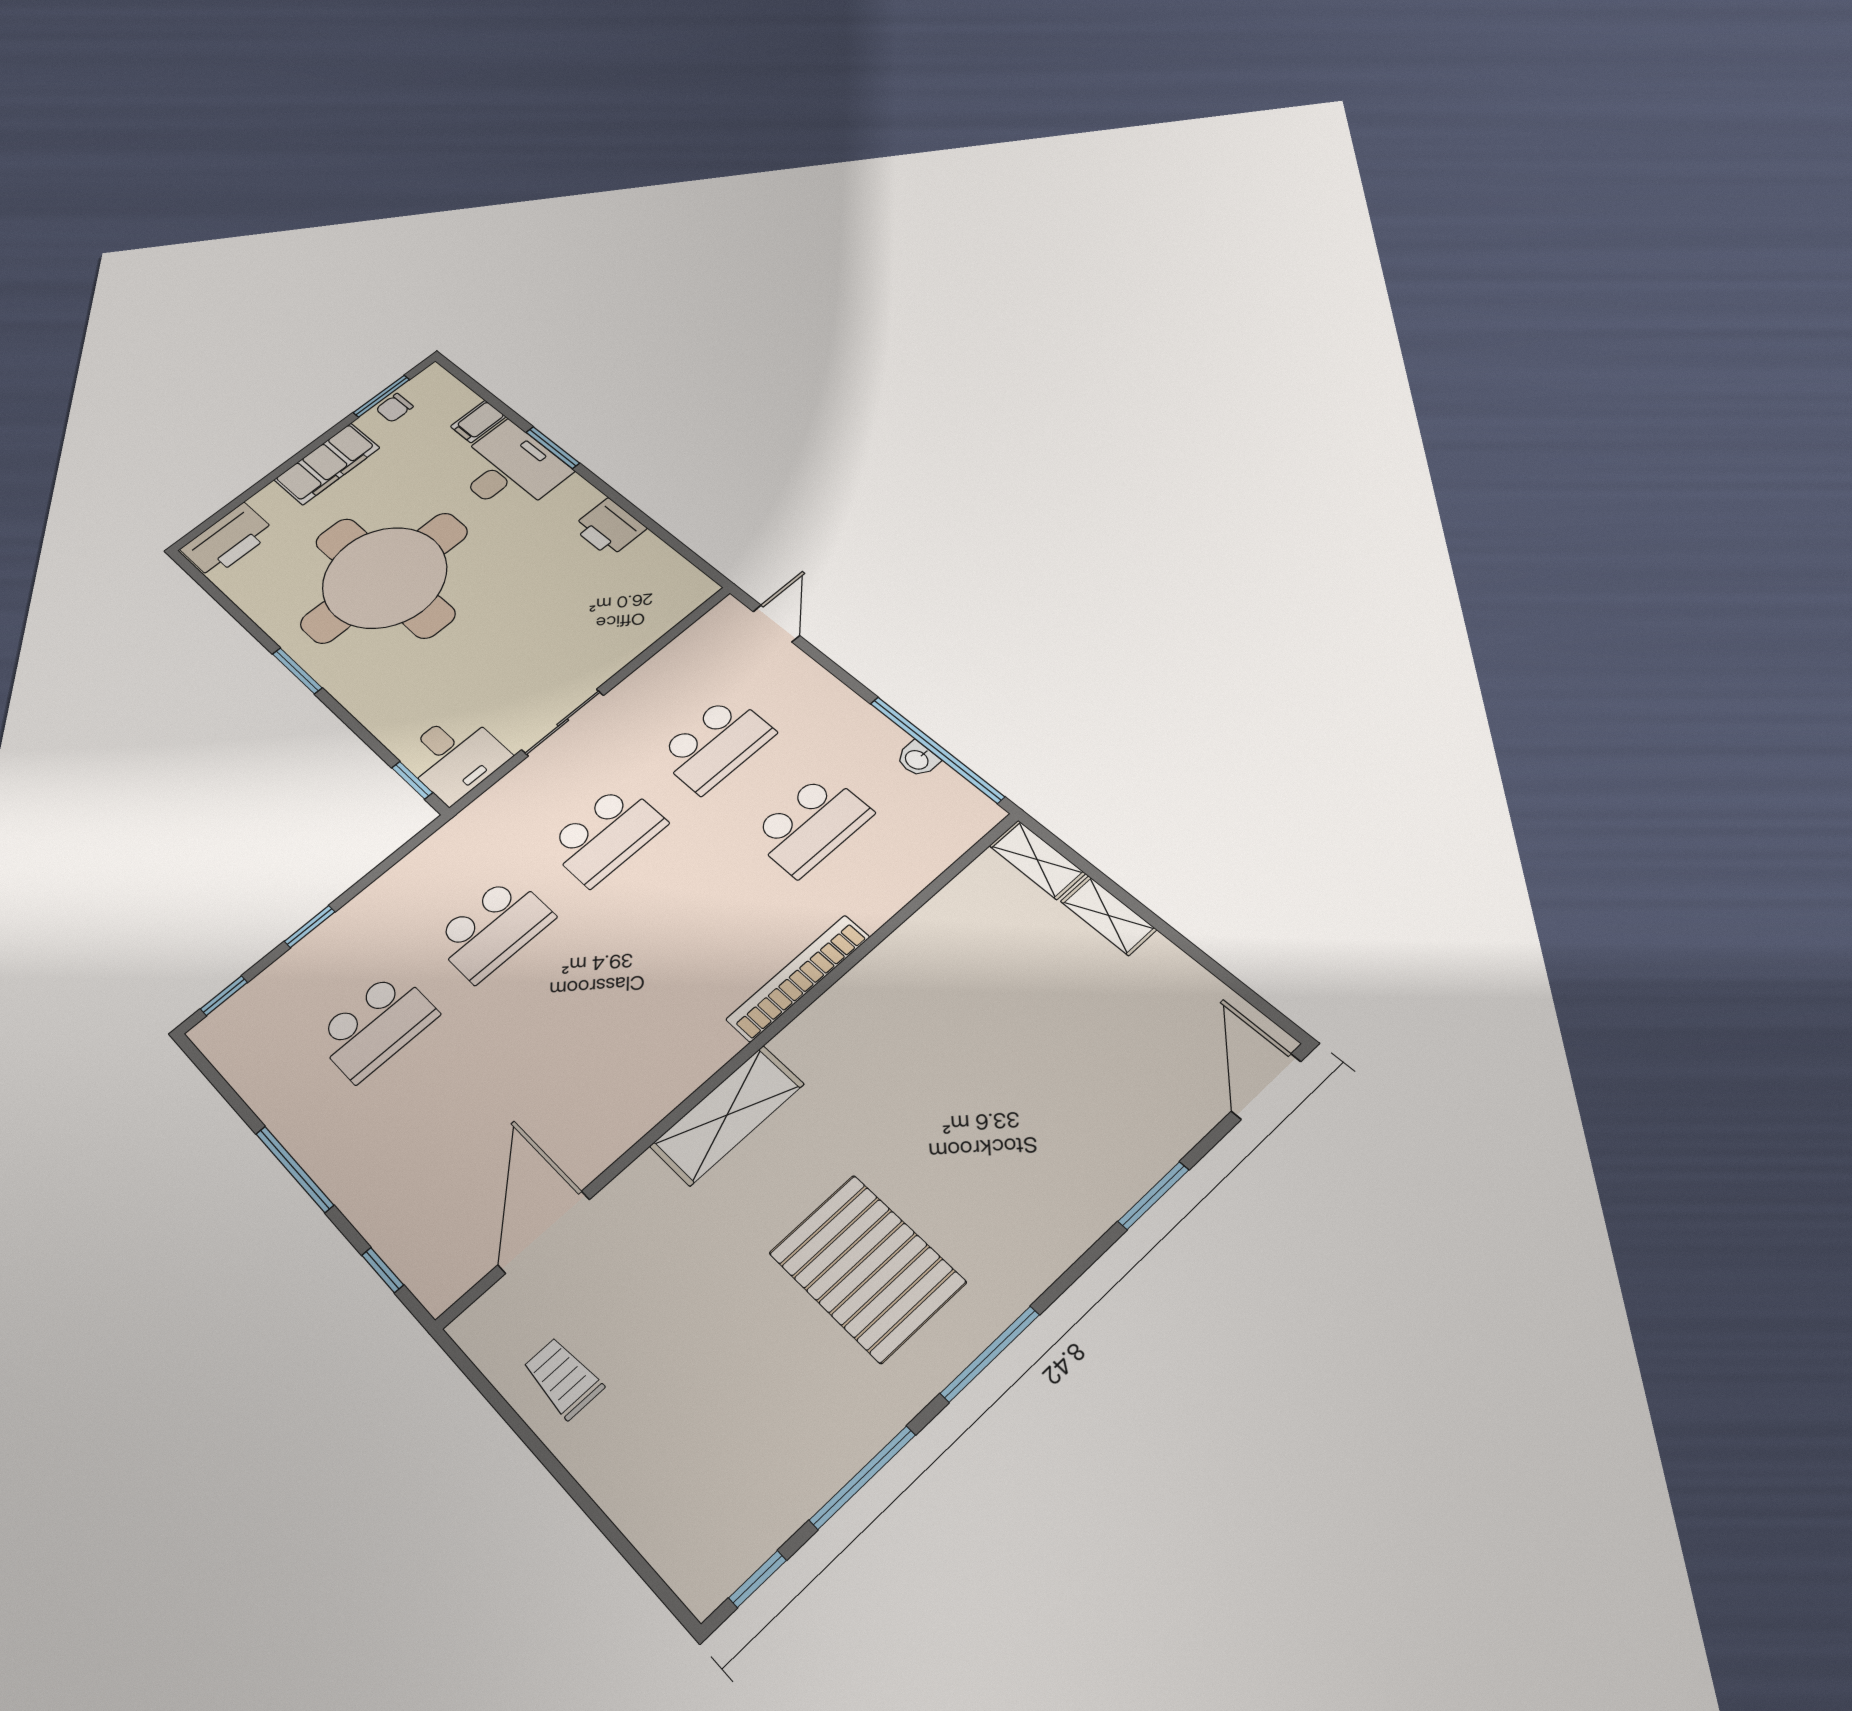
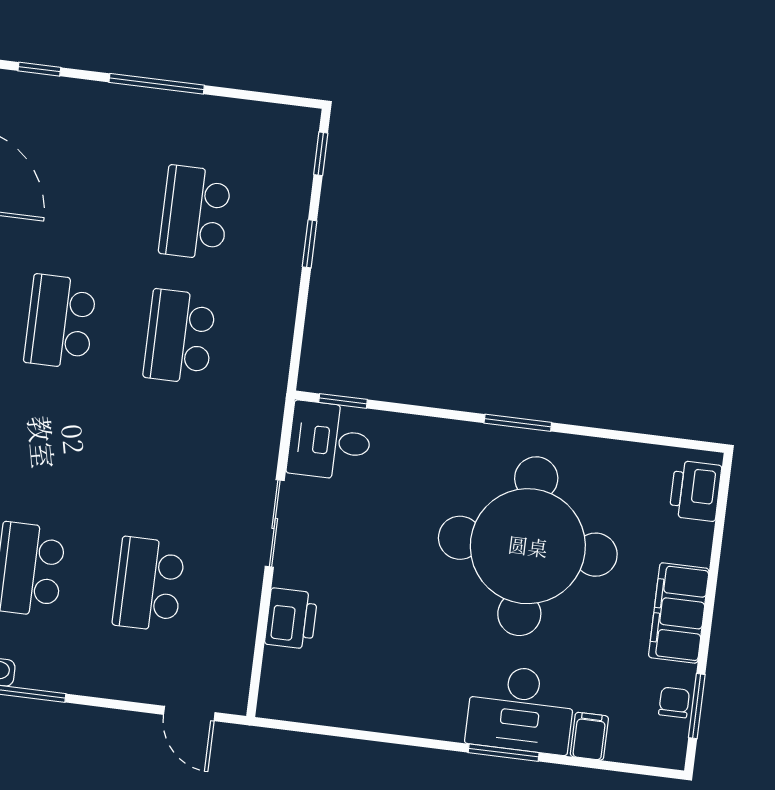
printer: (609, 527) -> (291, 619), moved, turned 90
printer: (228, 540) -> (695, 491), width x0.73, depth x0.84
school desk: (606, 835) -> (60, 322), moved

